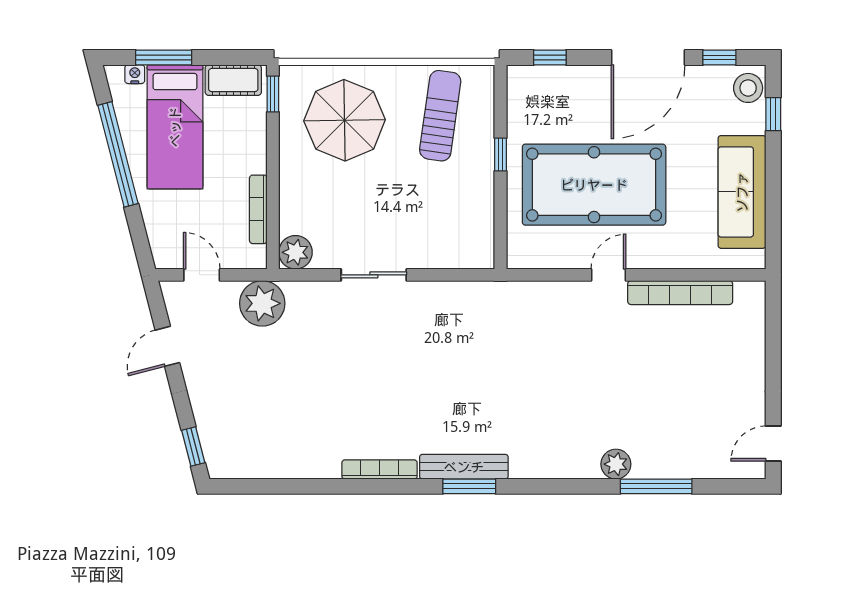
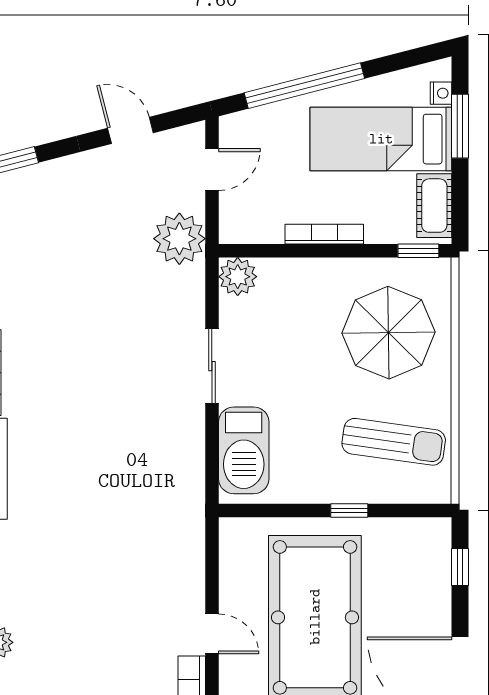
window: (118, 154) -> (304, 86), moved
bookcase: (258, 209) -> (324, 234), moved
barbecue: (448, 247) -> (244, 450), added

